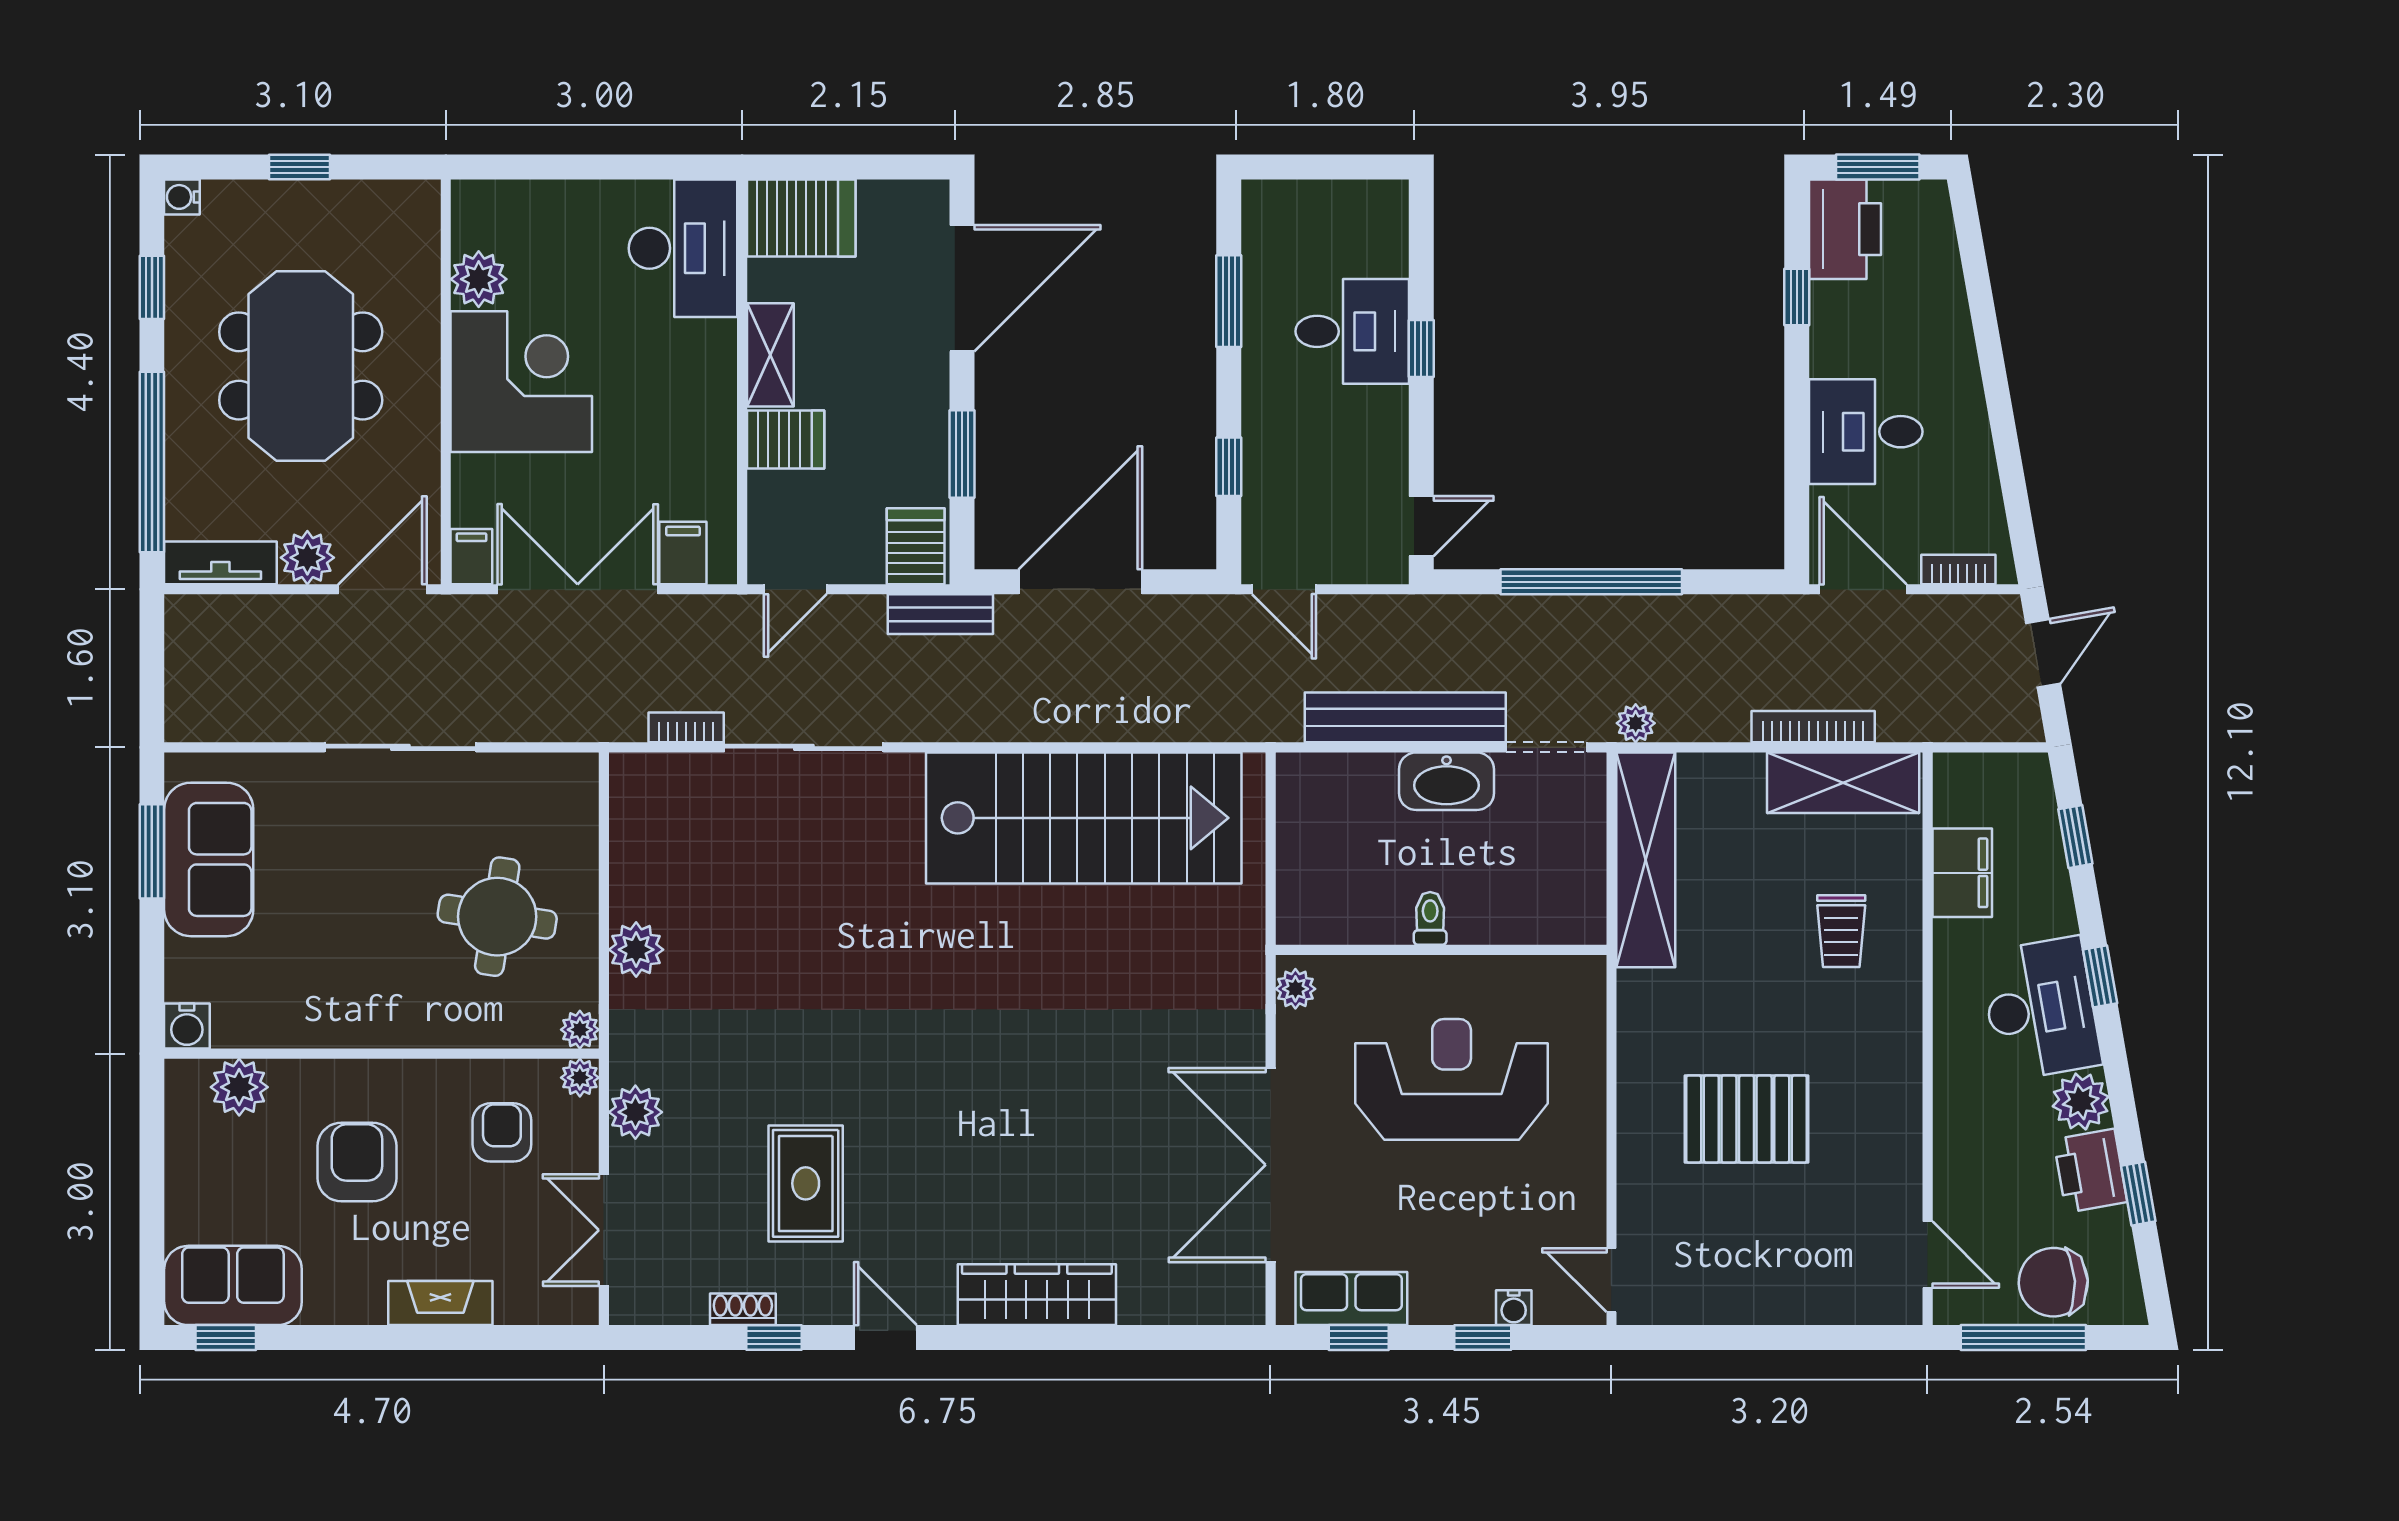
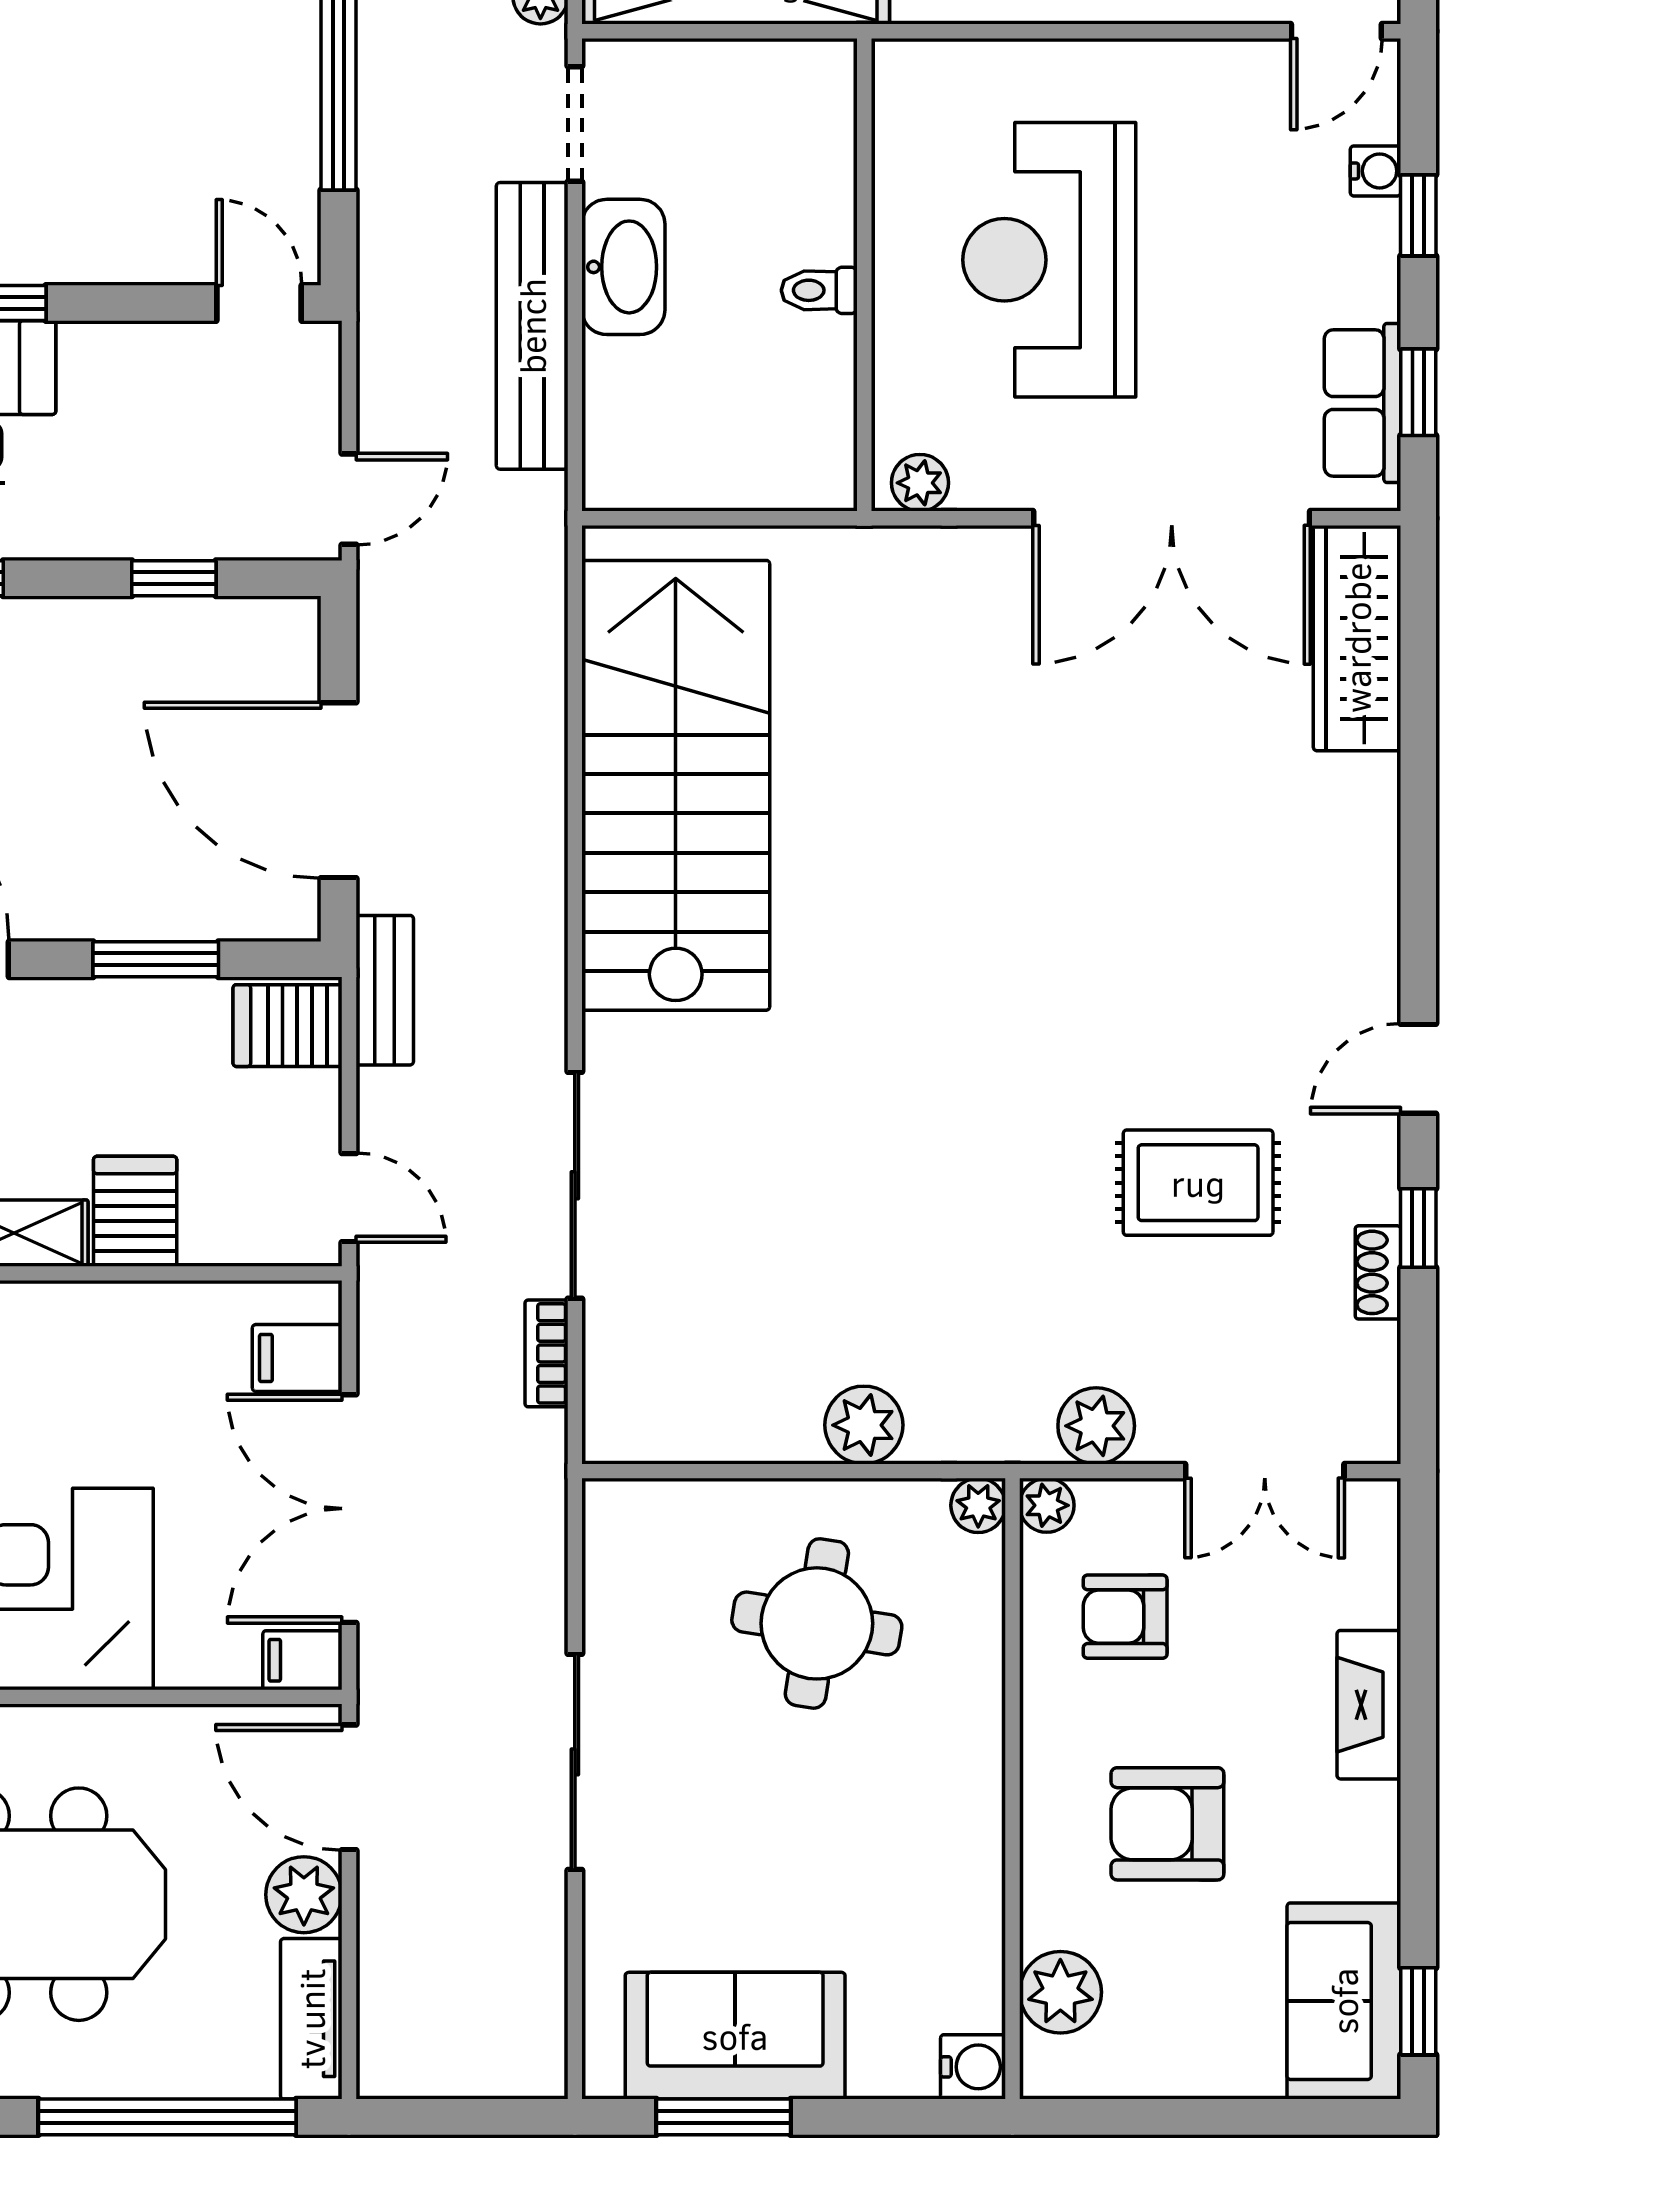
wardrobe: (1037, 1295) -> (1357, 638), moved

